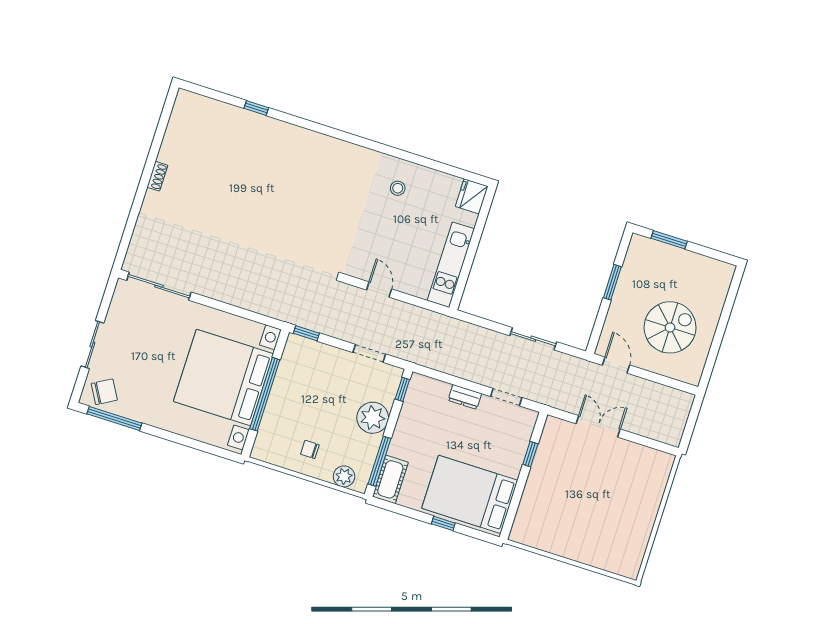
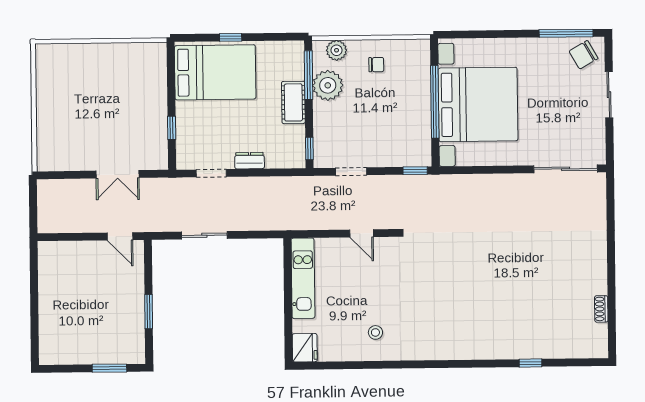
shoe rack: (157, 176) -> (601, 309), moved
spiral stairs: (670, 327) -> (82, 288), removed
plant: (373, 418) -> (328, 85), moved
cot: (390, 479) -> (293, 102), moved

